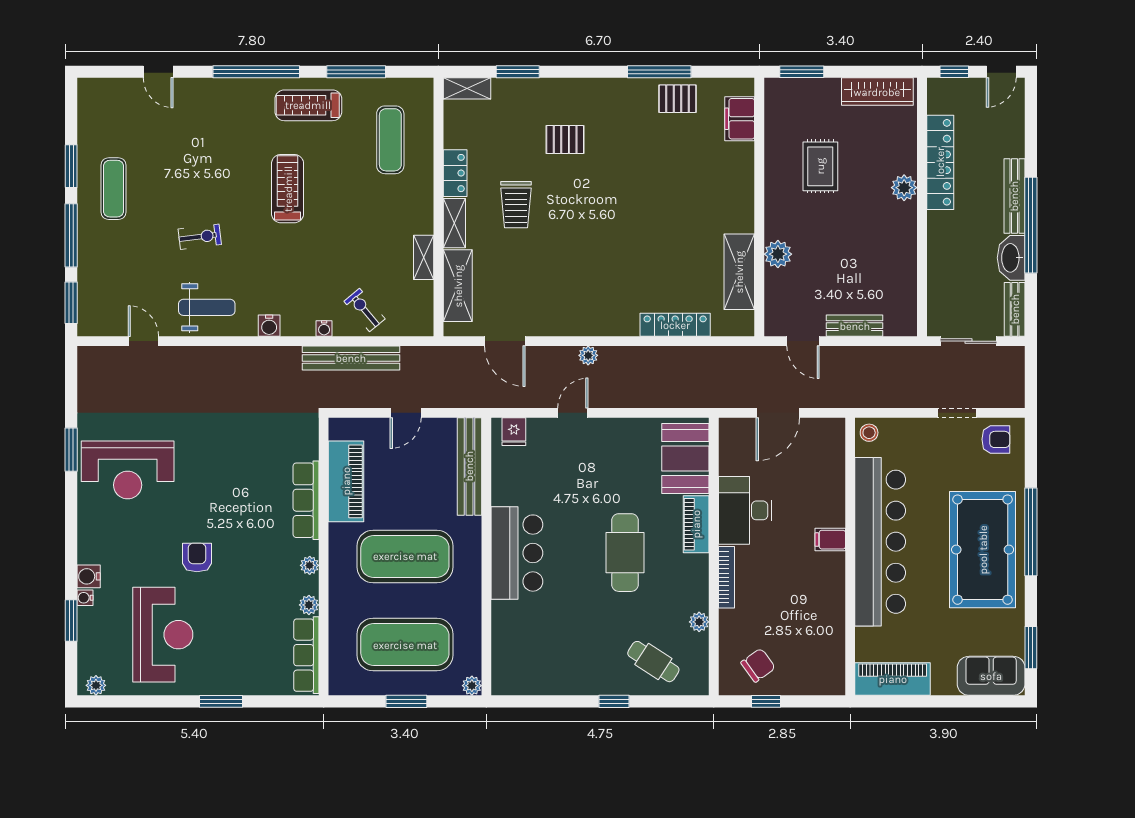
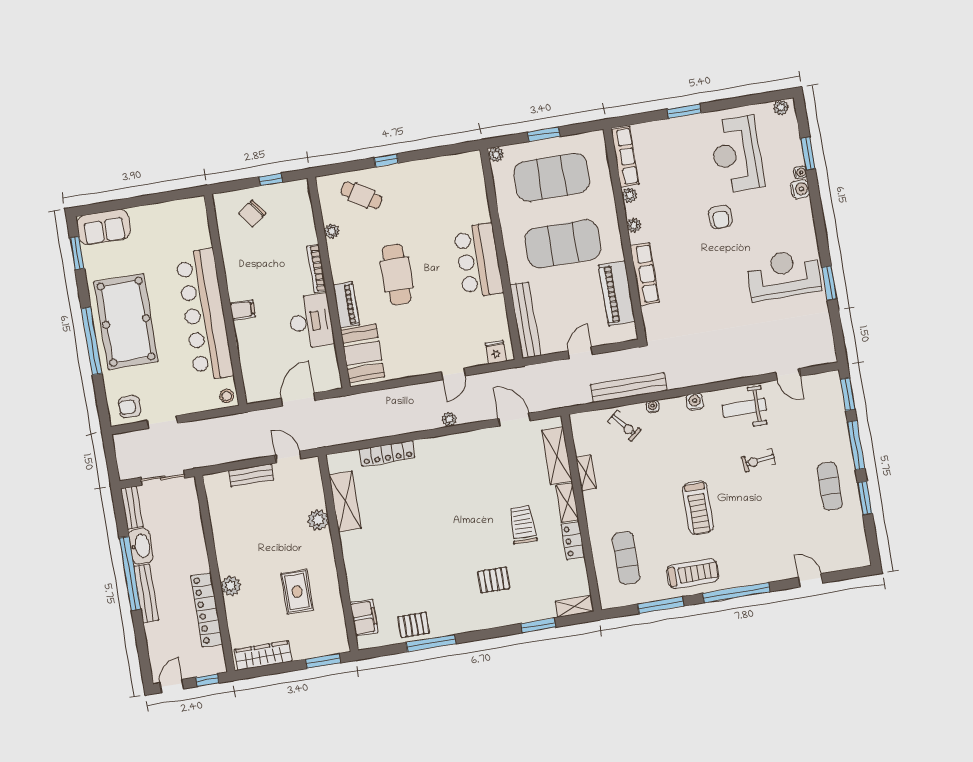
chair: (758, 665) -> (252, 213), moved
piano: (893, 679) -> (178, 212), removed

